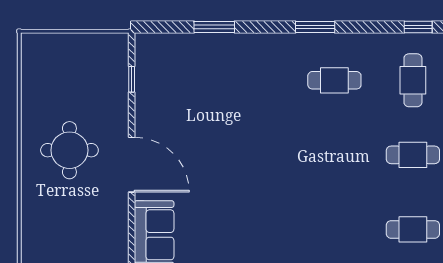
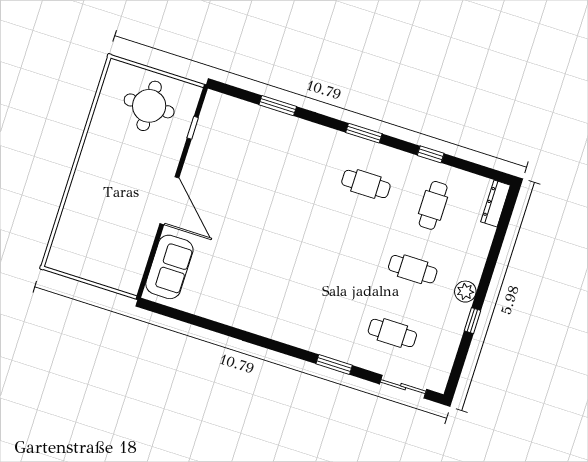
window: (418, 27) -> (431, 154), moved
round table: (69, 150) -> (149, 106), moved

